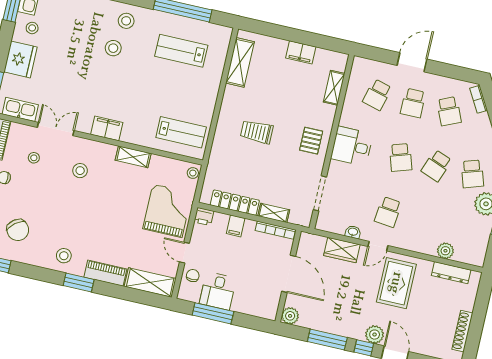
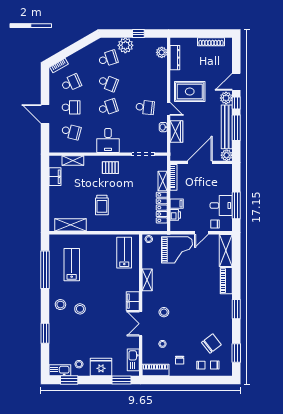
lab bench: (181, 51) -> (72, 265), turned 180
filing cabinet: (301, 52) -> (55, 177), moved
double door: (56, 129) -> (141, 324), moved
trolley: (257, 132) -> (102, 205), moved
grand piano: (167, 211) -> (177, 250), turned 180
printer: (204, 216) -> (175, 215), moved
plant: (445, 251) -> (162, 52), moved
stool: (64, 256) -> (221, 310), removed
window: (79, 283) -> (236, 309), moved
bench: (332, 326) -> (227, 127), added

